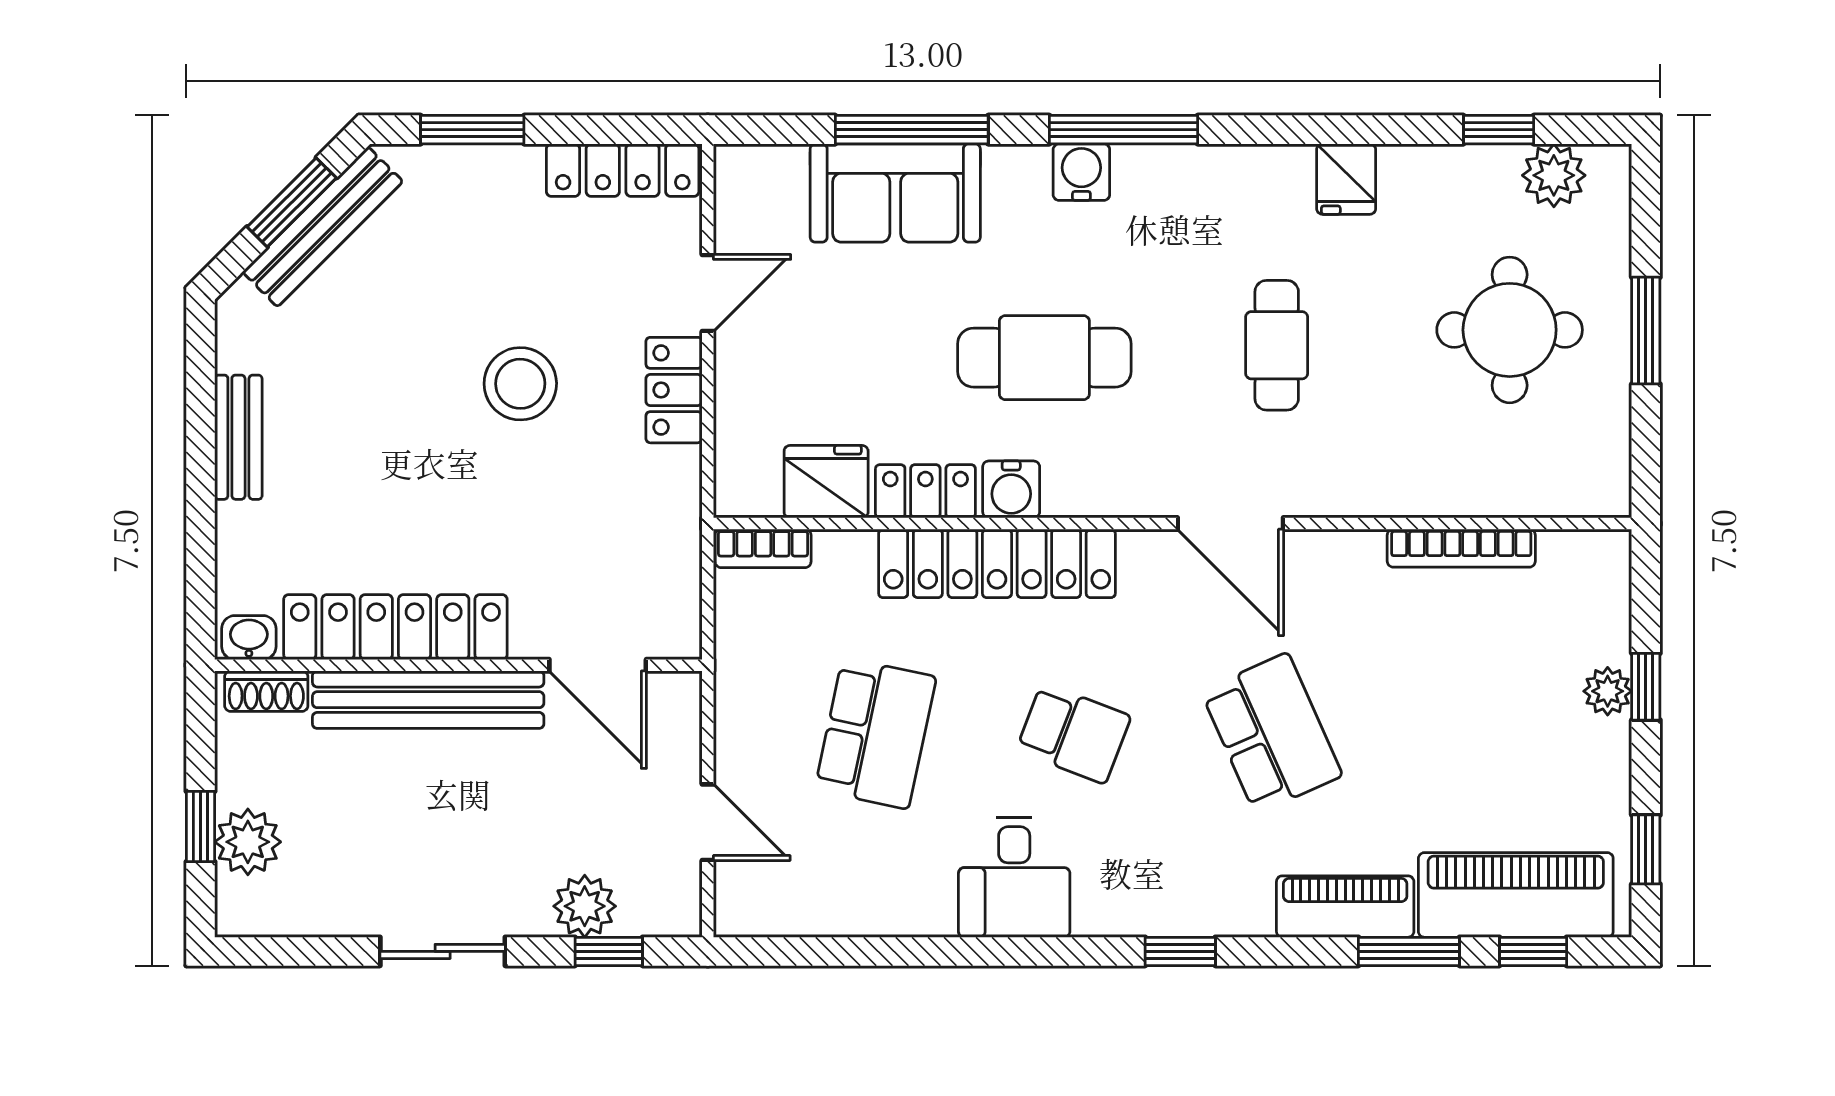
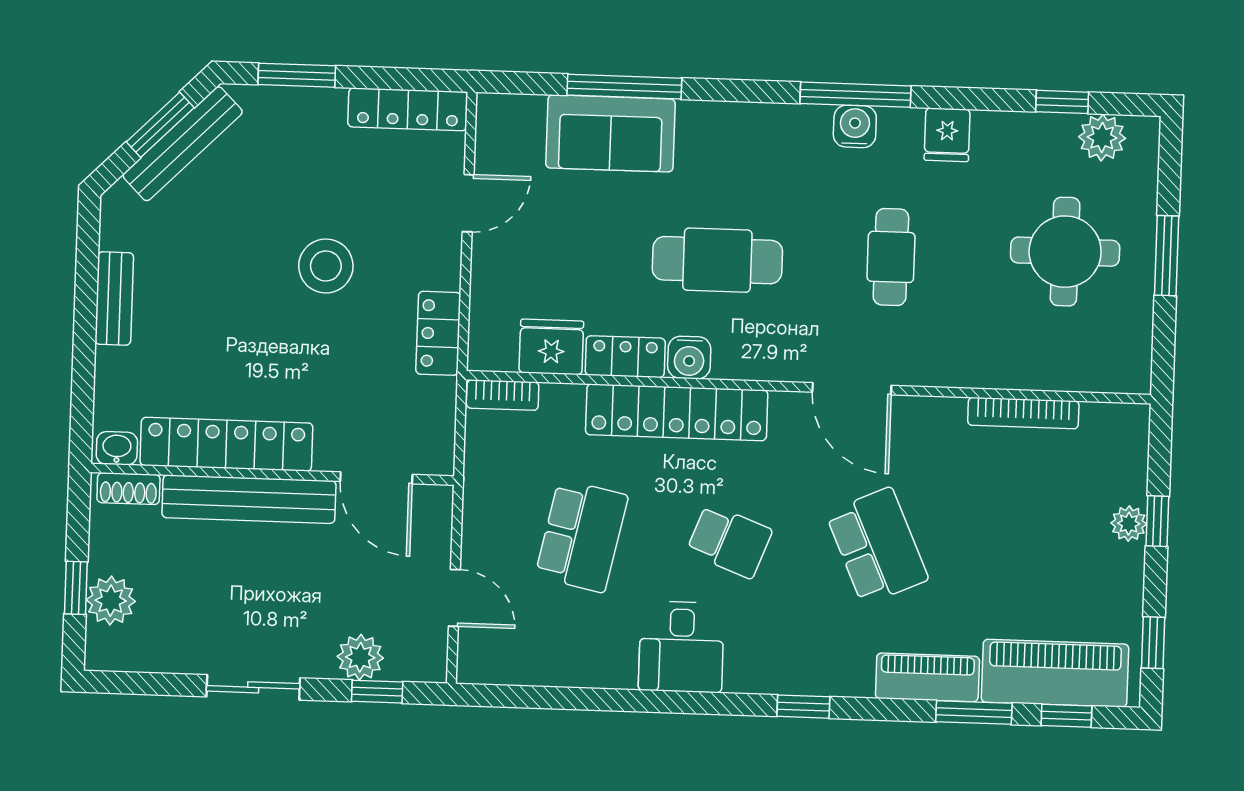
window: (1123, 130) -> (855, 95), moved
water cooler: (1081, 172) -> (855, 126), moved
locker: (674, 390) -> (438, 333), moved

